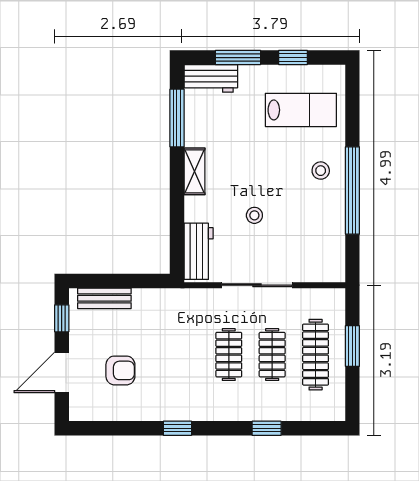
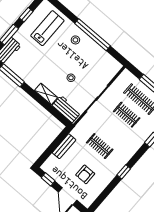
shelving: (195, 171) -> (46, 94), moved
bench: (104, 298) -> (64, 146), moved
clothes rail: (229, 355) -> (100, 146), moved
armchair: (120, 370) -> (85, 174), turned 180

